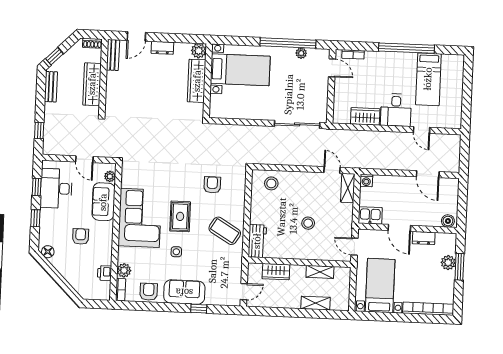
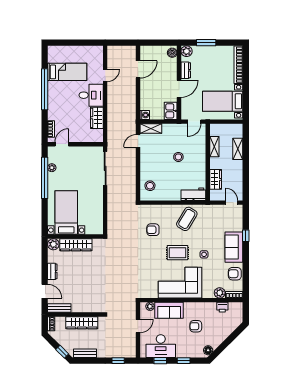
plant: (448, 263) -> (187, 51), moved

